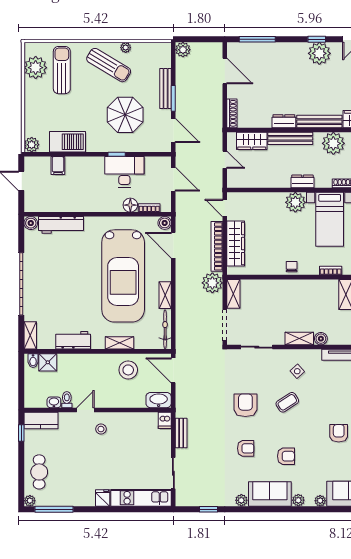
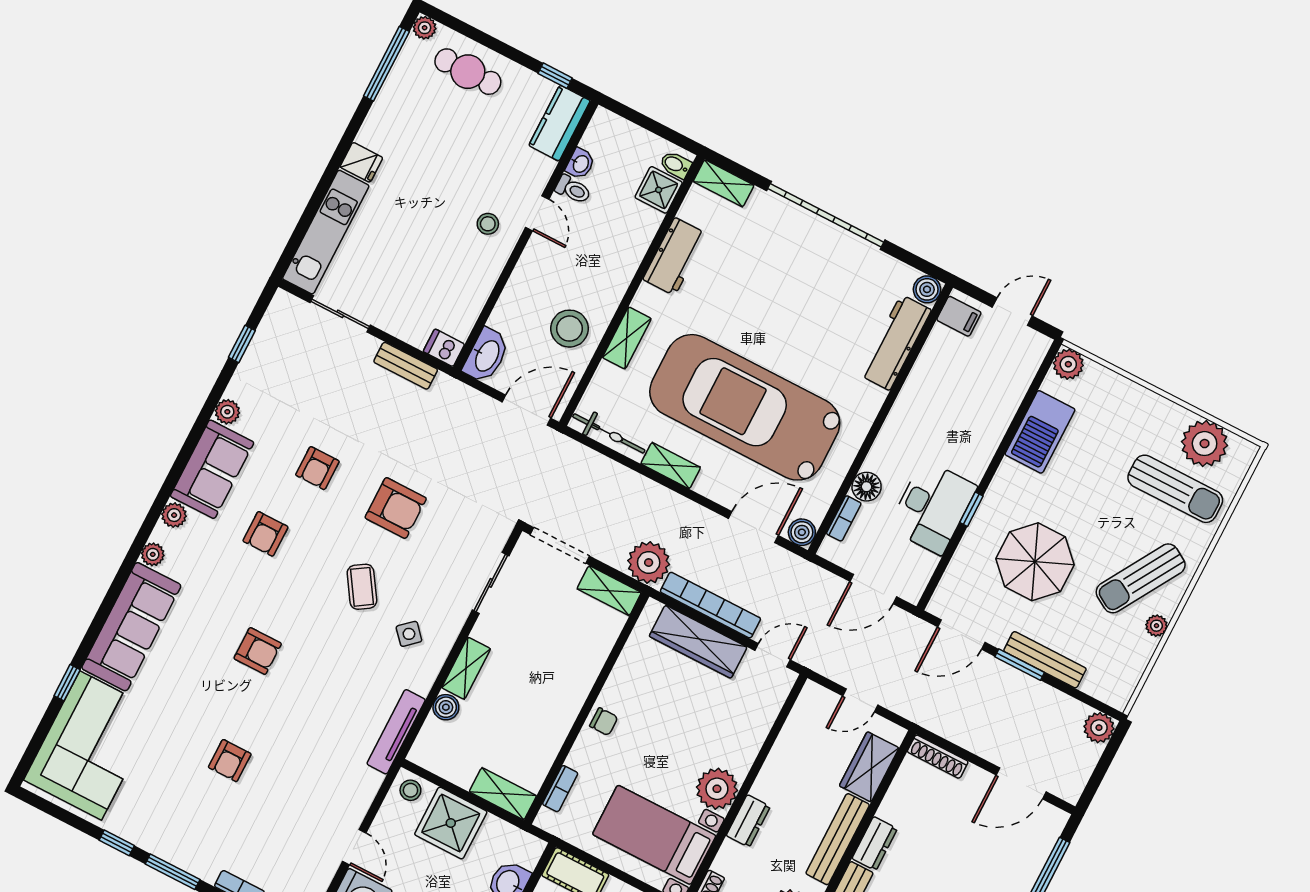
filing cabinet: (58, 165) -> (959, 316), moved, turned 180

